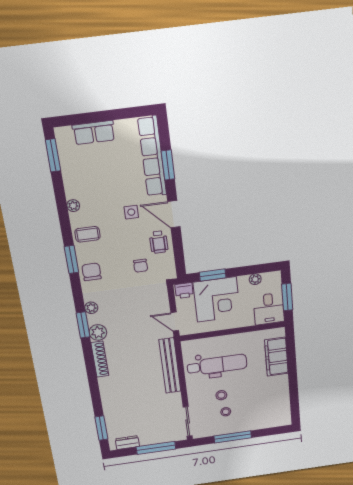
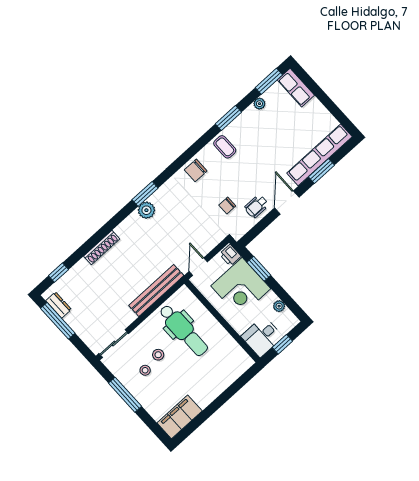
row of seats: (94, 132) -> (296, 88), moved
plant: (73, 206) -> (259, 104), moved
side table: (131, 212) -> (266, 169), removed
window: (71, 259) -> (228, 118), moved
chair: (92, 272) -> (196, 170), turned 180
window: (287, 297) -> (282, 344), width x0.67
plant: (91, 308) -> (165, 190), removed
filing cabinet: (276, 357) -> (180, 417), moved
shoe rack: (100, 359) -> (102, 248), moved
window: (101, 428) -> (58, 273), width x0.67
window: (156, 448) -> (58, 321), moved

